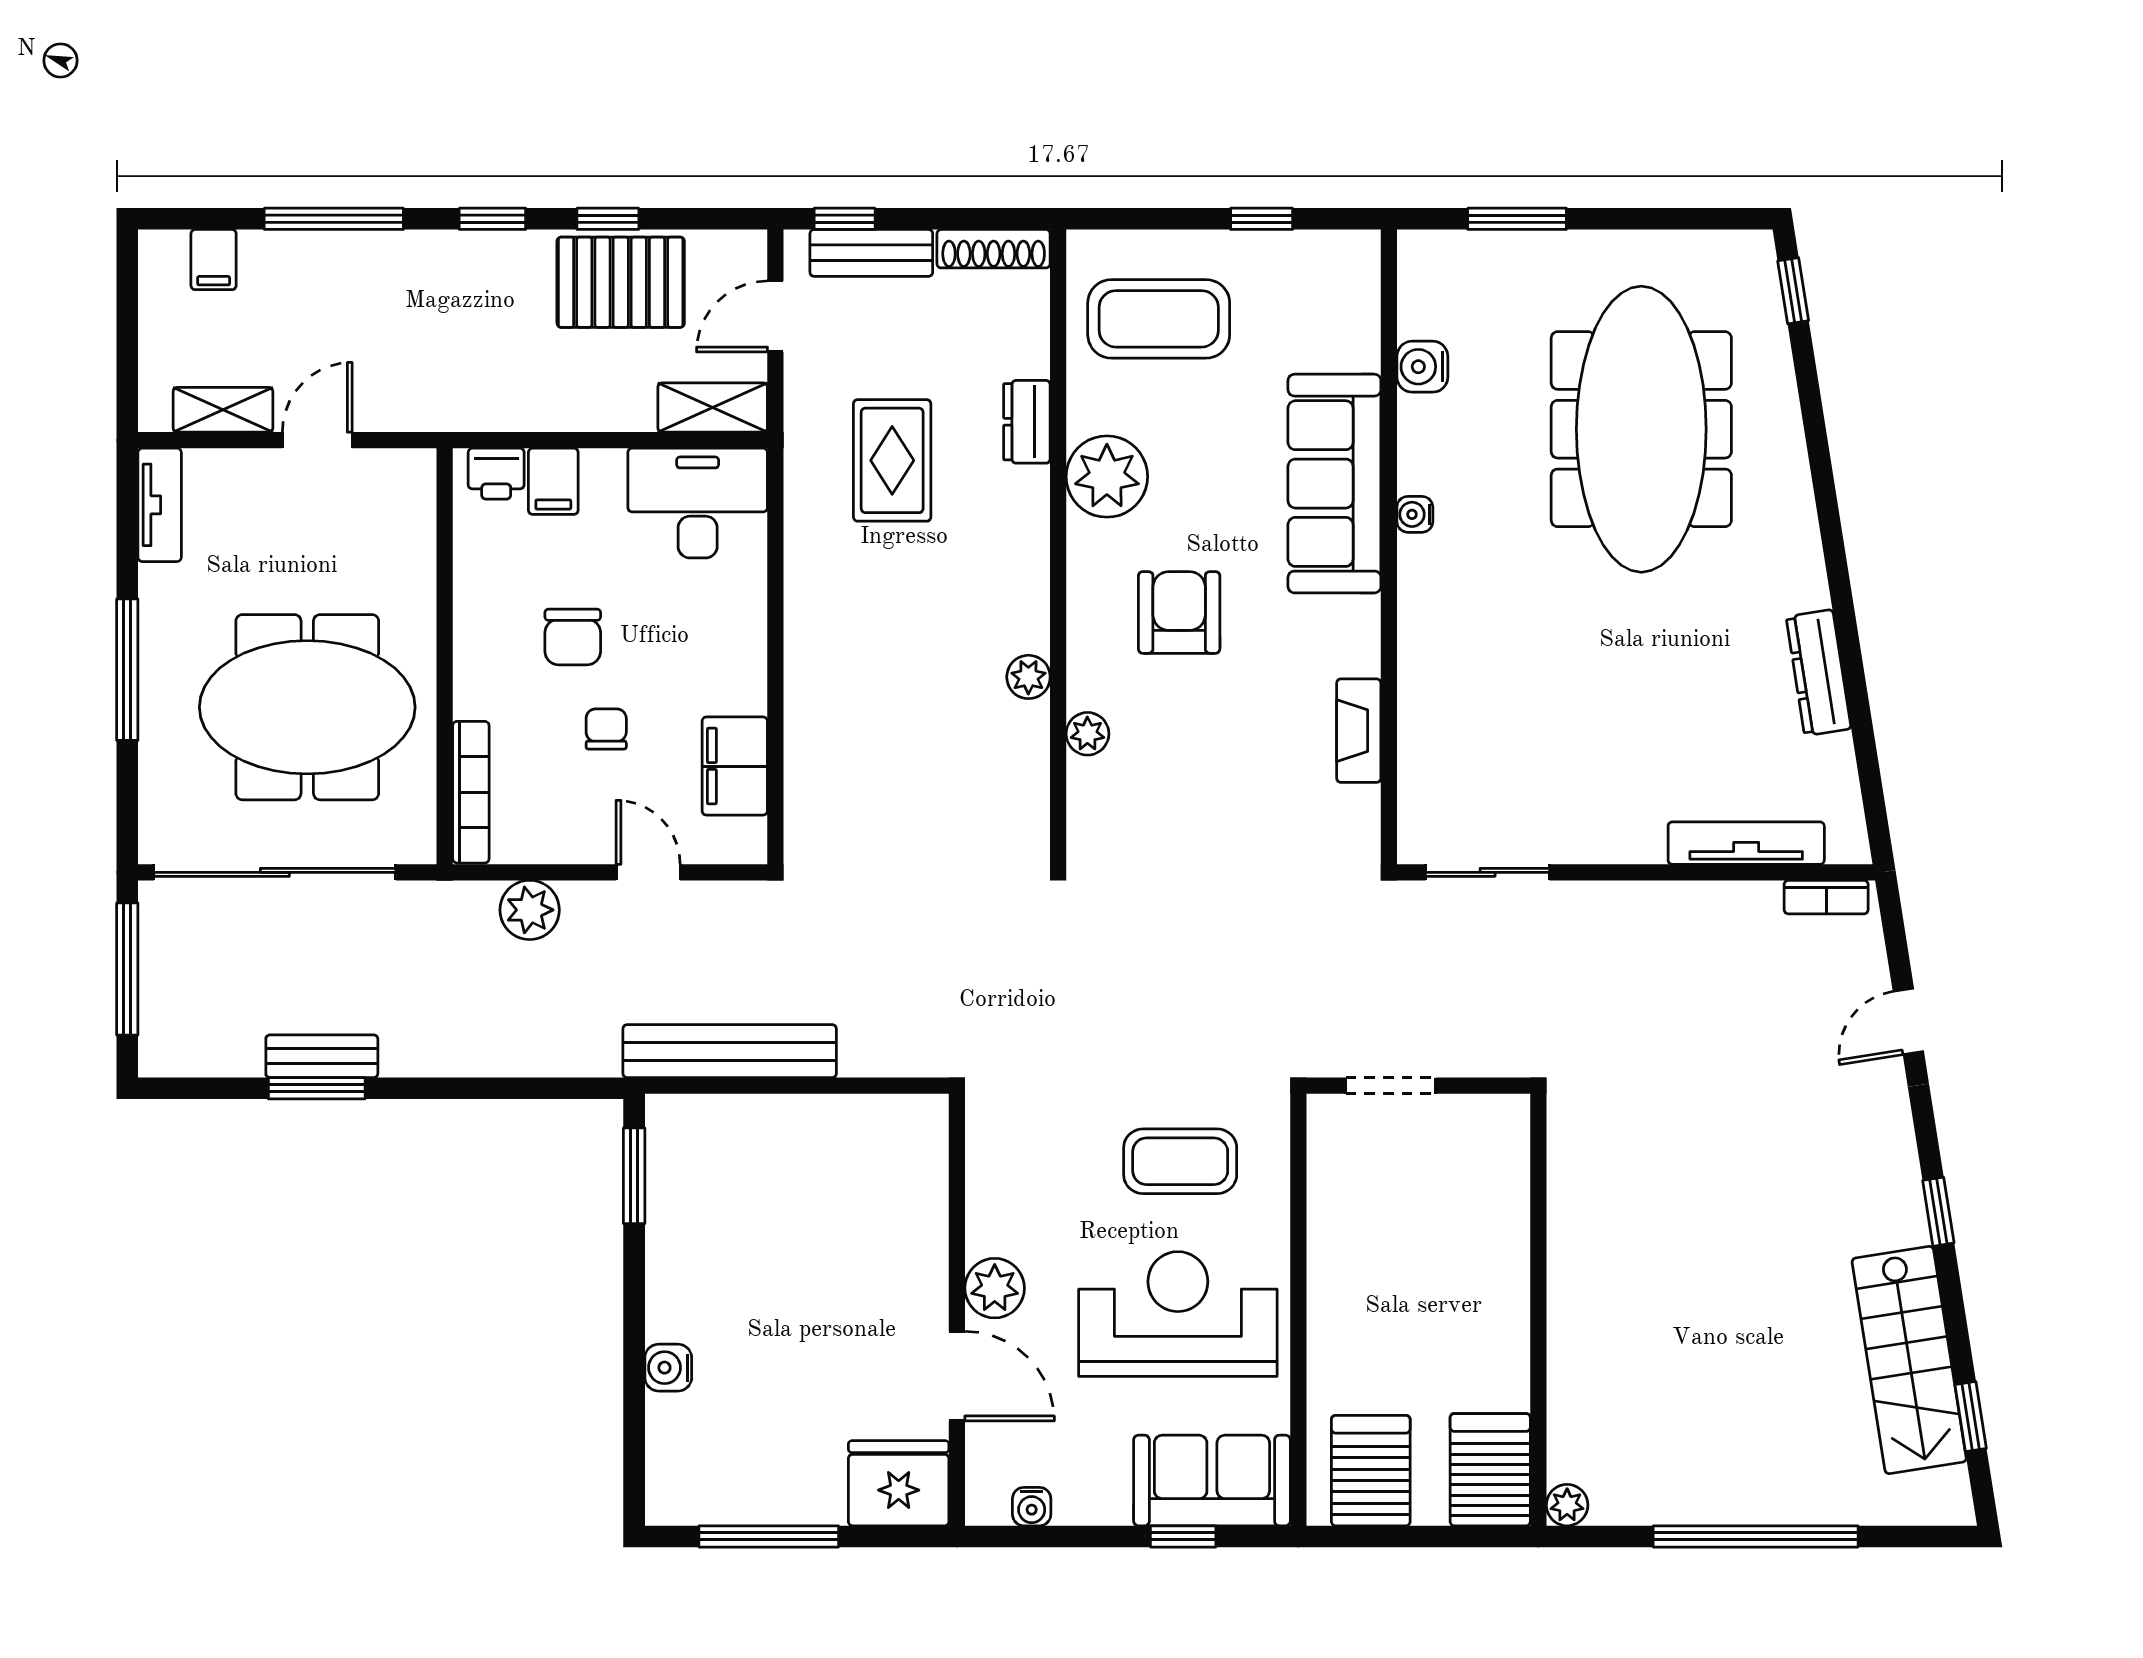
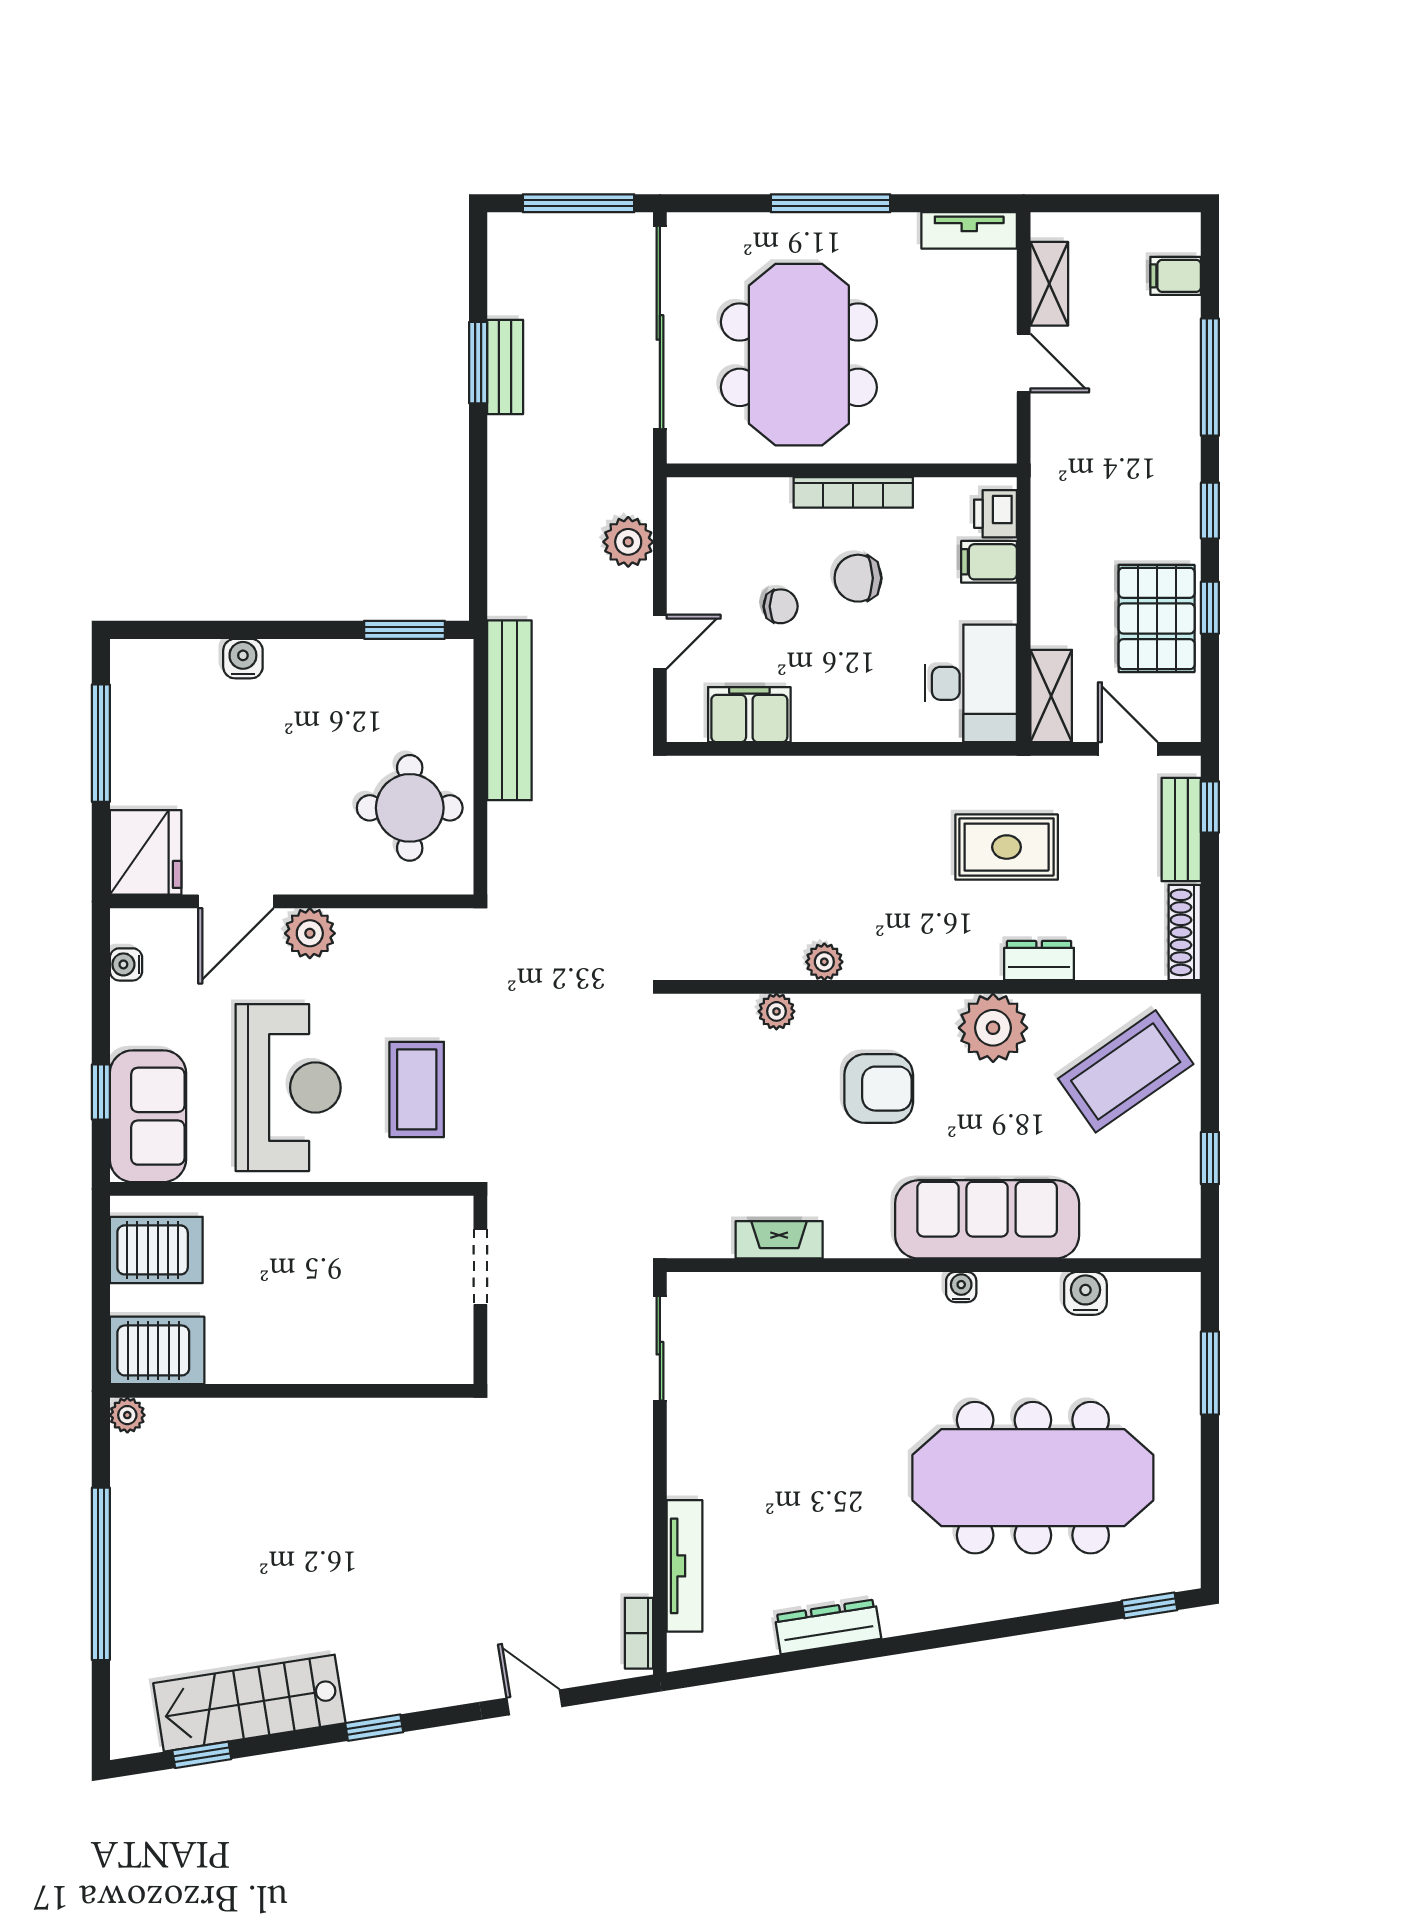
coffee table: (1159, 319) -> (1126, 1071), turned 55
bookcase: (471, 792) -> (853, 492), moved
round table: (846, 1170) -> (410, 808), added

